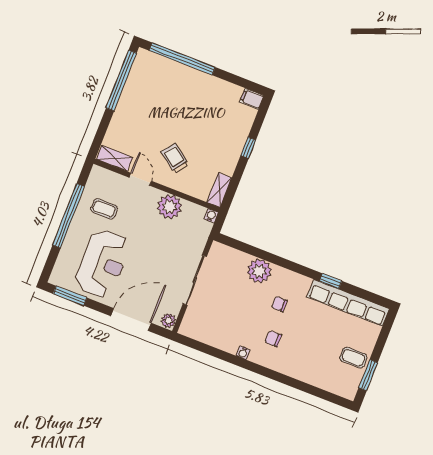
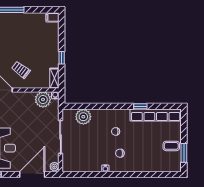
window: (248, 148) -> (62, 58), moved
plant: (170, 207) -> (43, 100), moved
plant: (259, 271) -> (83, 117), moved

